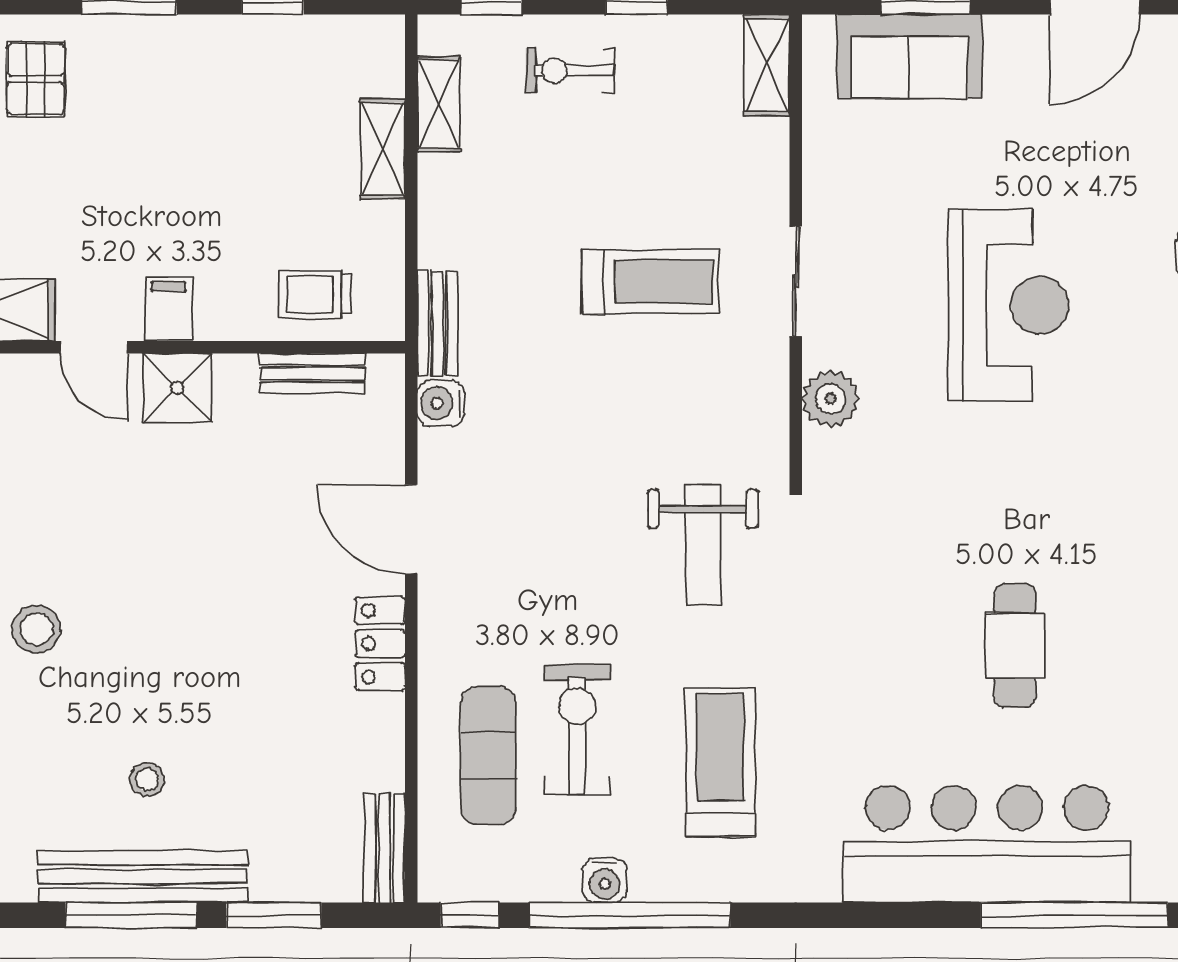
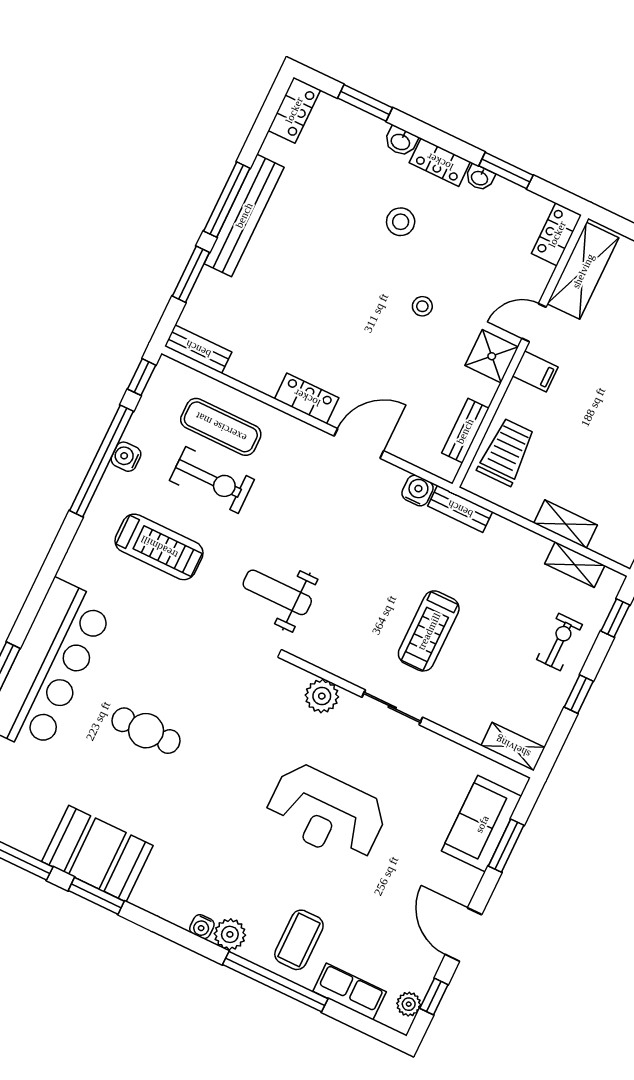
trolley: (315, 294) -> (506, 452), width x1.36, depth x1.39
stool: (147, 780) -> (422, 306), moved

